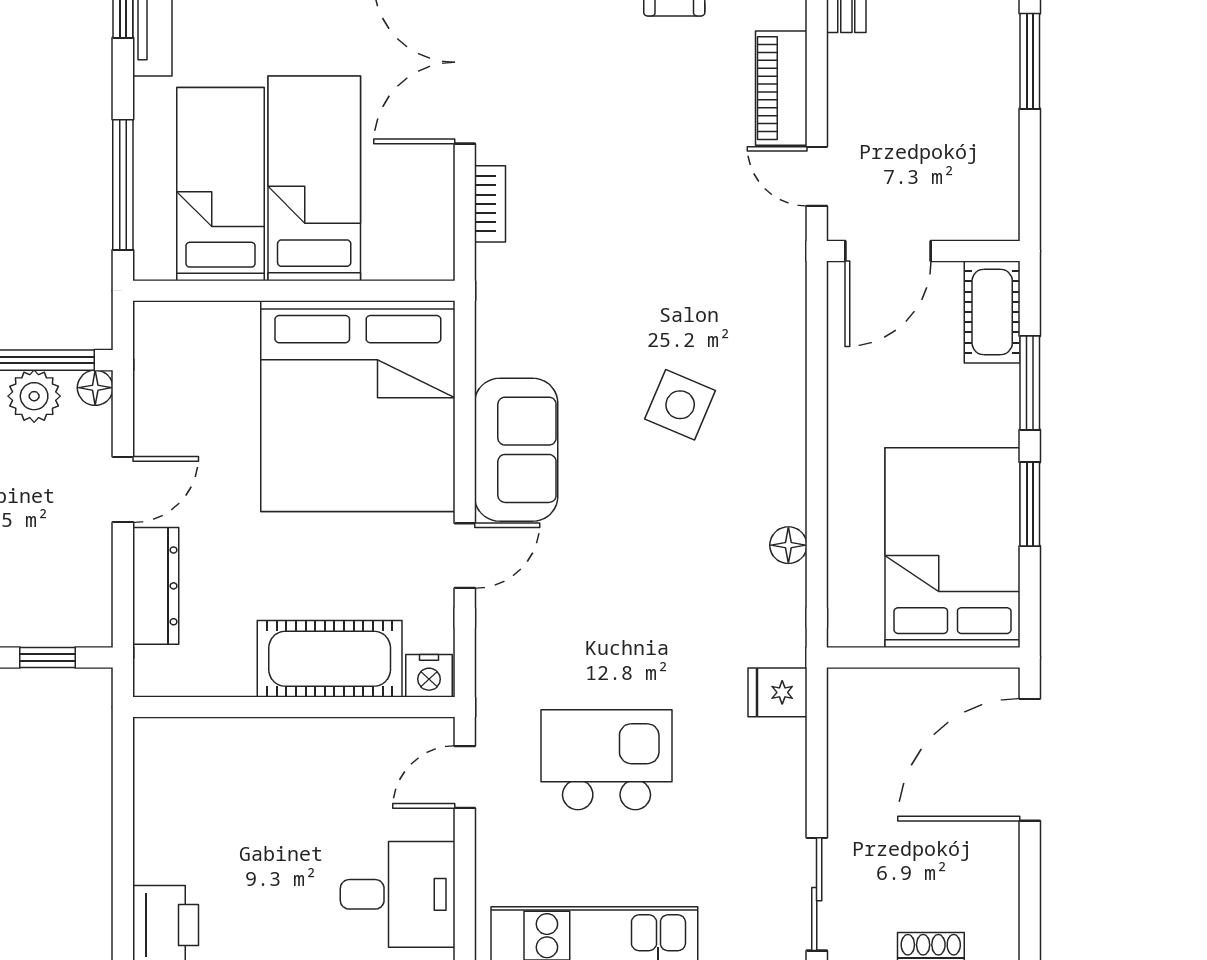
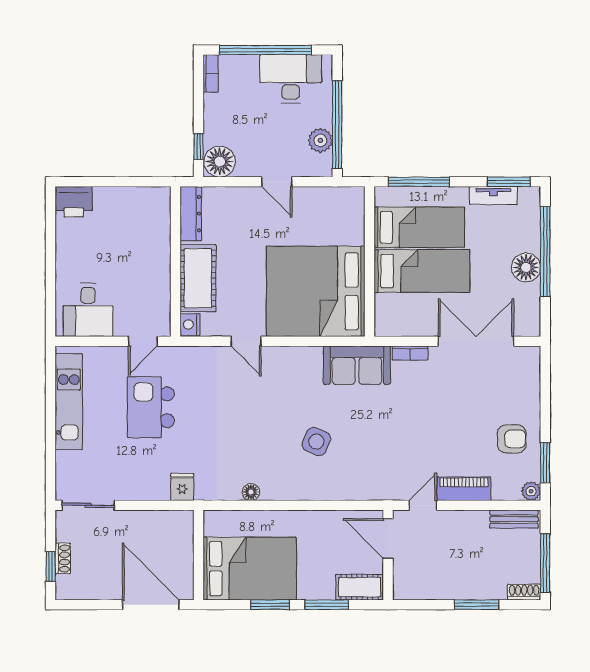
floor lamp: (95, 388) -> (220, 162), moved, width x1.89, depth x1.89
sofa: (516, 450) -> (357, 365), moved
dresser: (156, 586) -> (191, 214), moved, turned -90
kitchen island: (606, 760) -> (151, 407), turned 180
door: (465, 777) -> (143, 341), swing flipped

